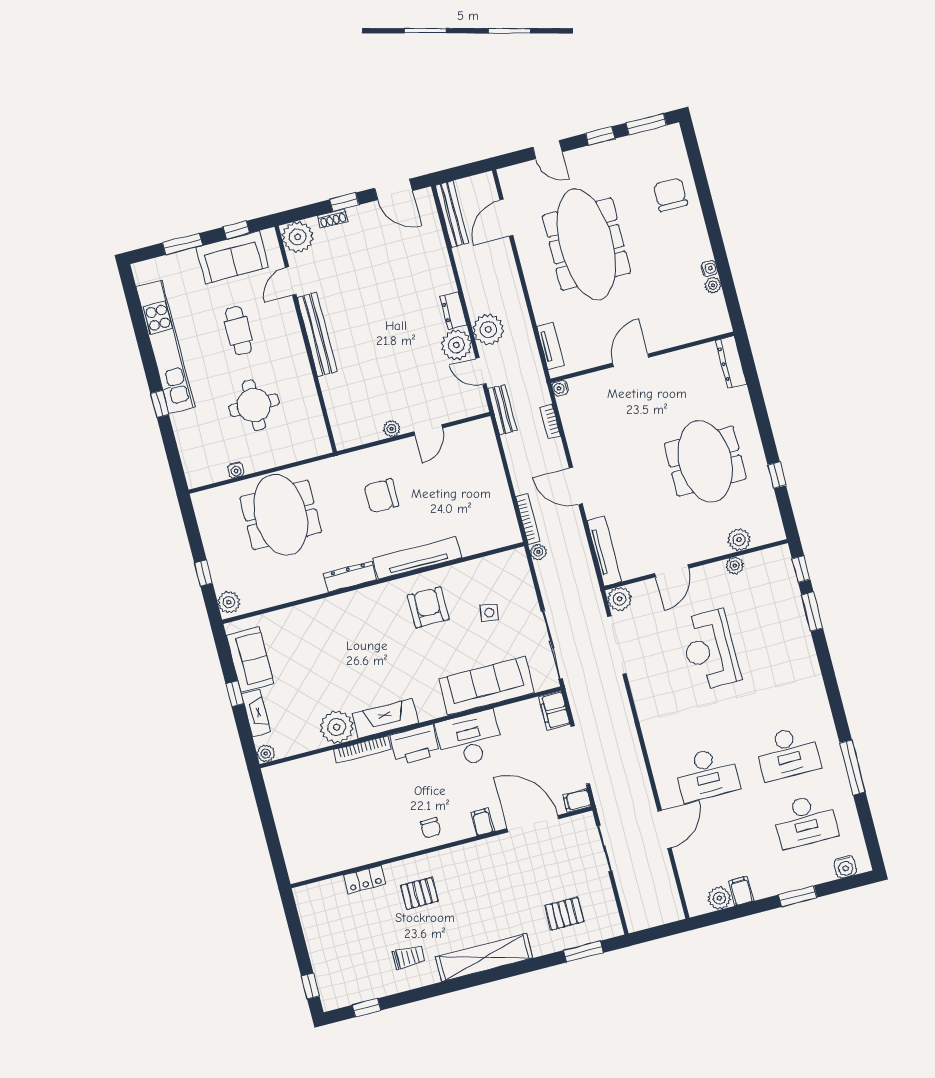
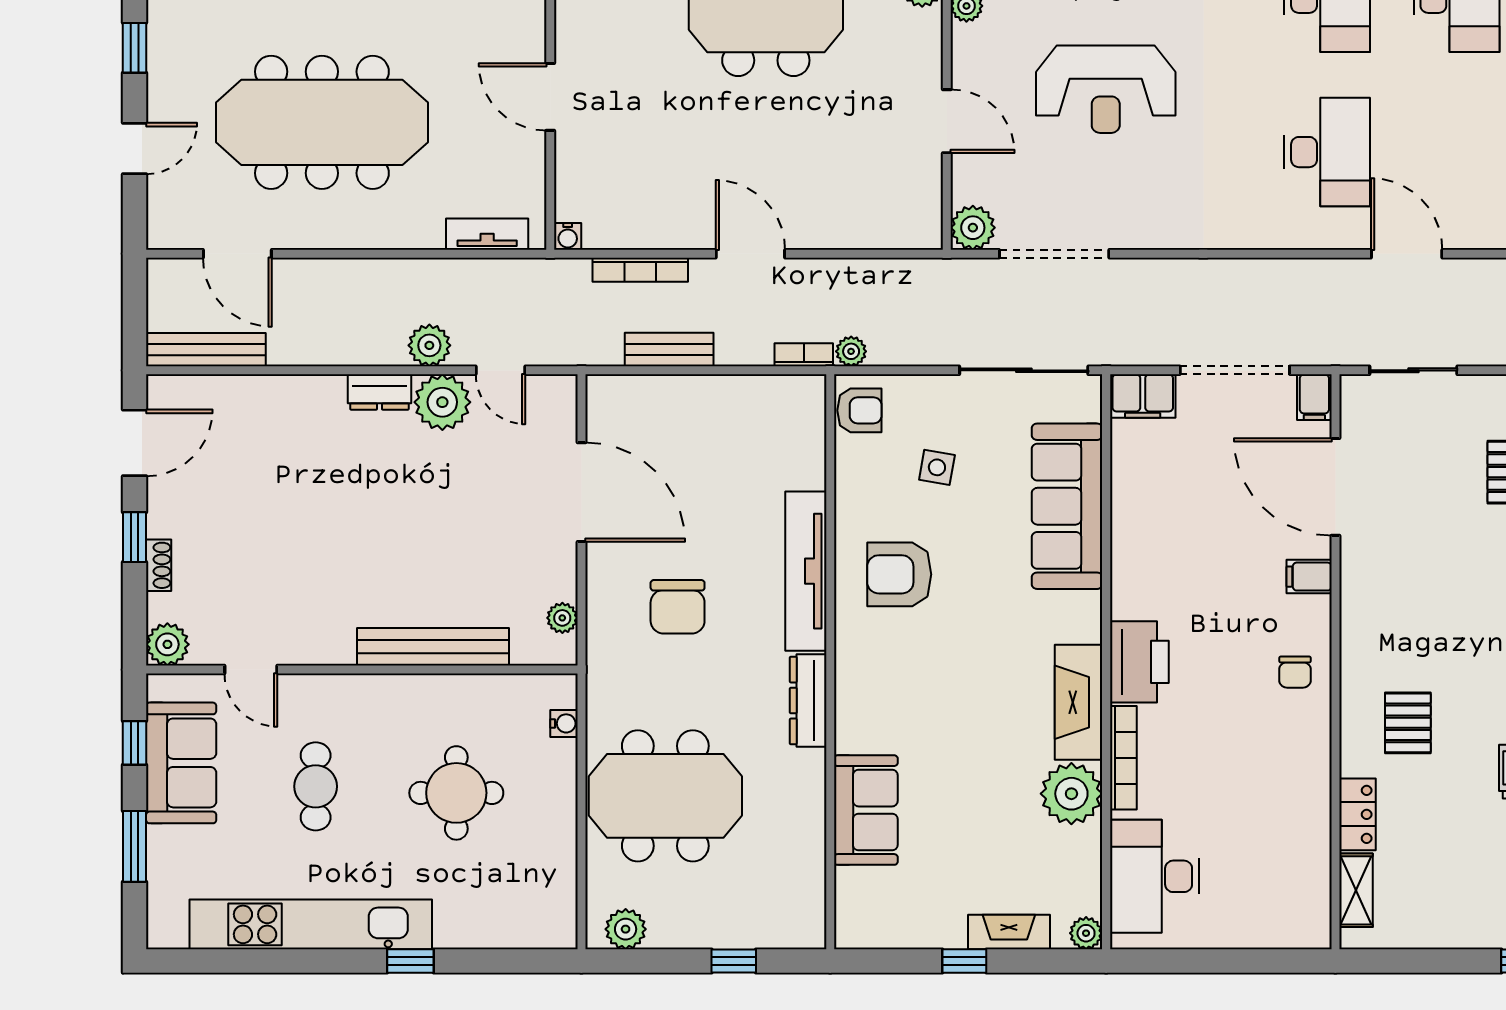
plant: (298, 237) -> (167, 644), width x0.73, depth x0.73
plant: (488, 329) -> (429, 345), width x0.73, depth x0.73
cafe table: (238, 331) -> (316, 786), turned 90
bench: (317, 335) -> (433, 647), moved
door: (481, 371) -> (501, 370), hinge flipped
bench: (503, 410) -> (669, 350), moved
bookcase: (550, 422) -> (640, 270), width x1.56
plant: (392, 429) -> (562, 618), moved
door: (428, 430) -> (581, 492), width x1.88
water cooler: (236, 470) -> (564, 723), moved
door: (576, 486) -> (750, 254), swing flipped
bookcase: (528, 519) -> (804, 355), width x0.64
tv unit: (604, 551) -> (880, 233), removed
armchair: (509, 564) -> (859, 410), added
plant: (229, 602) -> (626, 929), moved
sofa: (250, 659) -> (866, 810), moved, turned 90
desk: (470, 739) -> (1155, 876), moved
door: (533, 824) -> (1335, 487), hinge flipped
chair: (431, 828) -> (1295, 672), turned 90
shelving: (325, 889) -> (1356, 890), added

